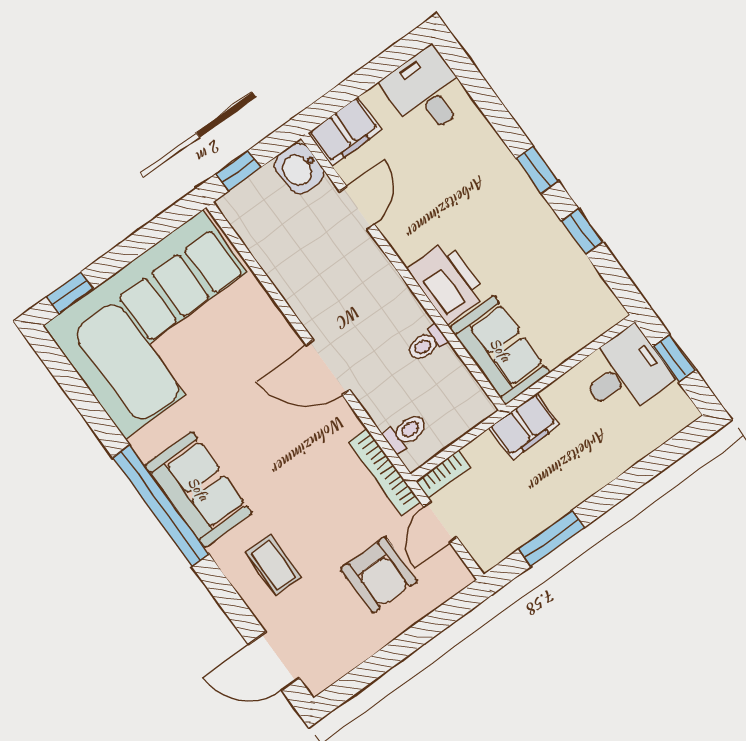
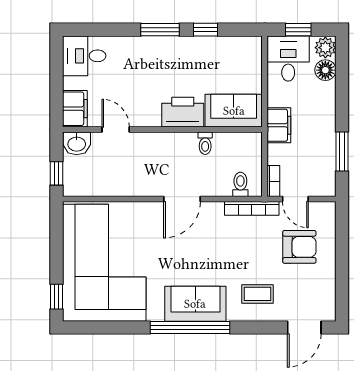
window: (537, 170) -> (160, 30), width x1.50
plant: (677, 413) -> (325, 48), added
floor lamp: (646, 435) -> (325, 70), added

